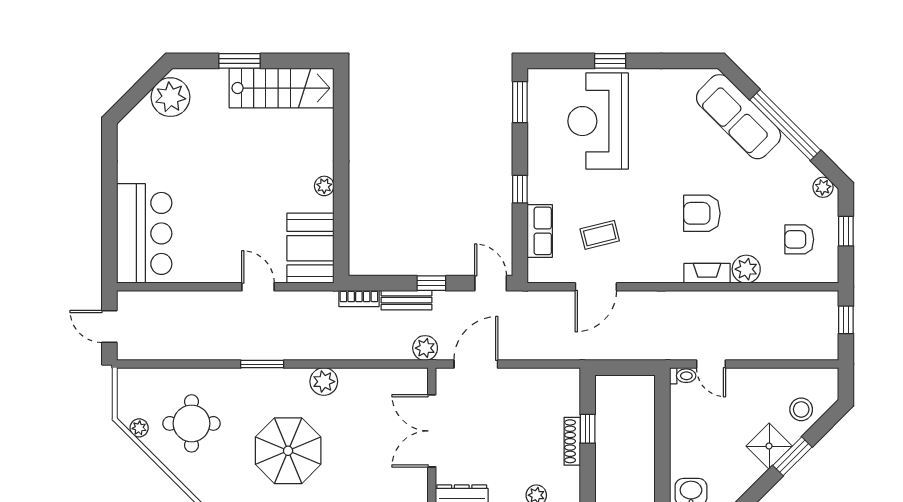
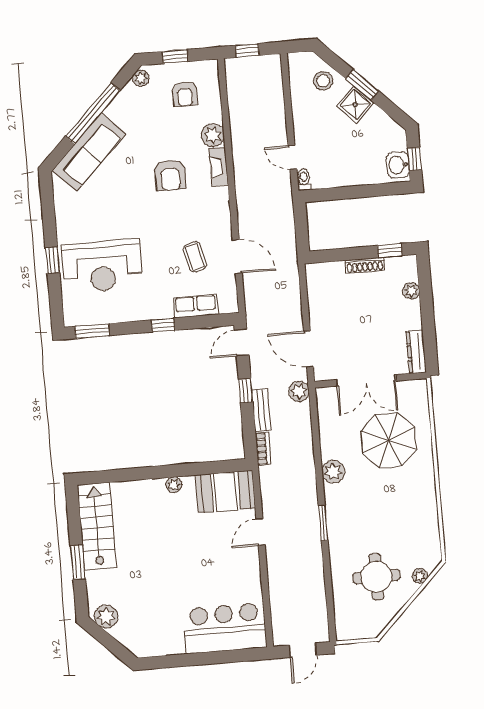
plant: (170, 97) -> (106, 617), width x0.73, depth x0.73
door: (711, 364) -> (292, 157), swing flipped
plant: (139, 428) -> (420, 576), moved
window: (588, 429) -> (390, 251), moved
parasol: (288, 451) -> (389, 440), moved

